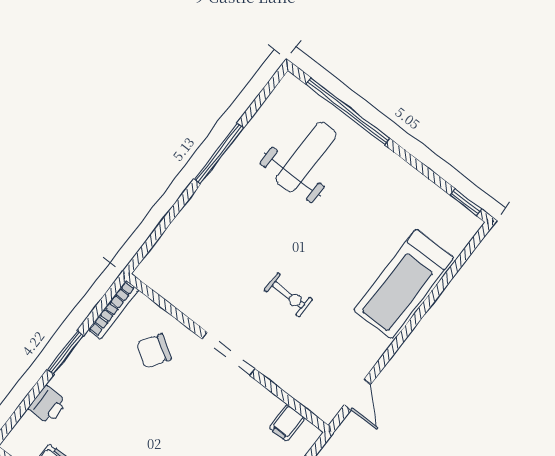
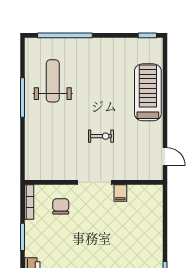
weight bench: (306, 157) -> (53, 81), moved
treadmill: (404, 284) -> (148, 92), turned 180
chair: (154, 351) -> (61, 206), turned 147
filing cabinet: (287, 423) -> (120, 193), moved

